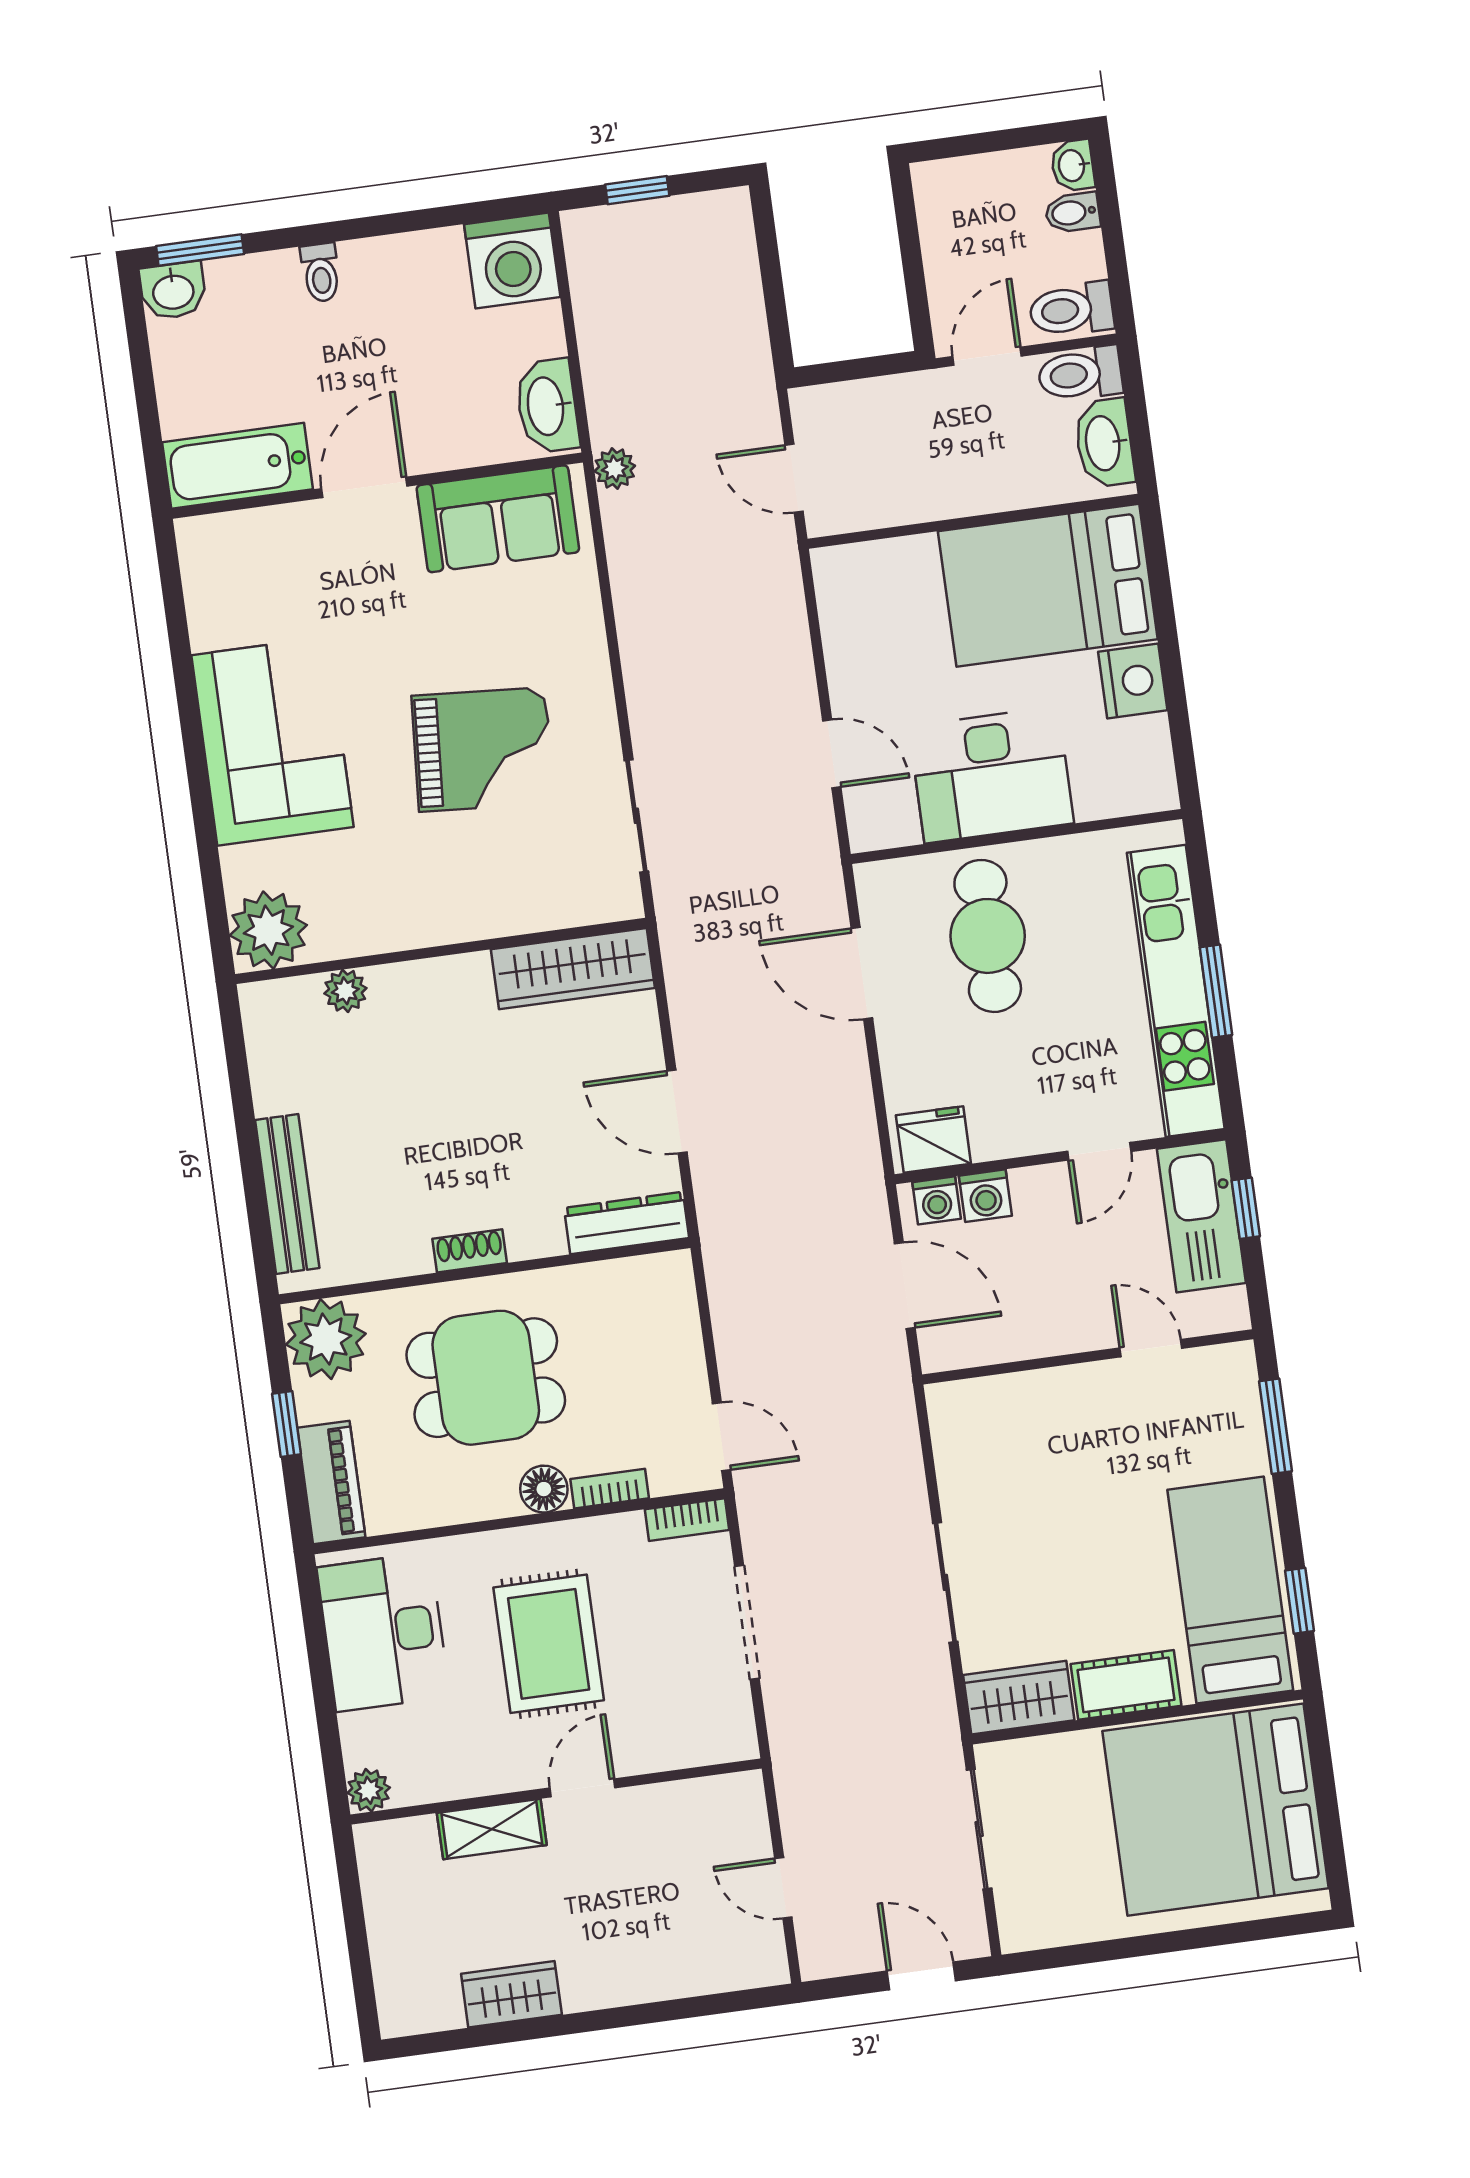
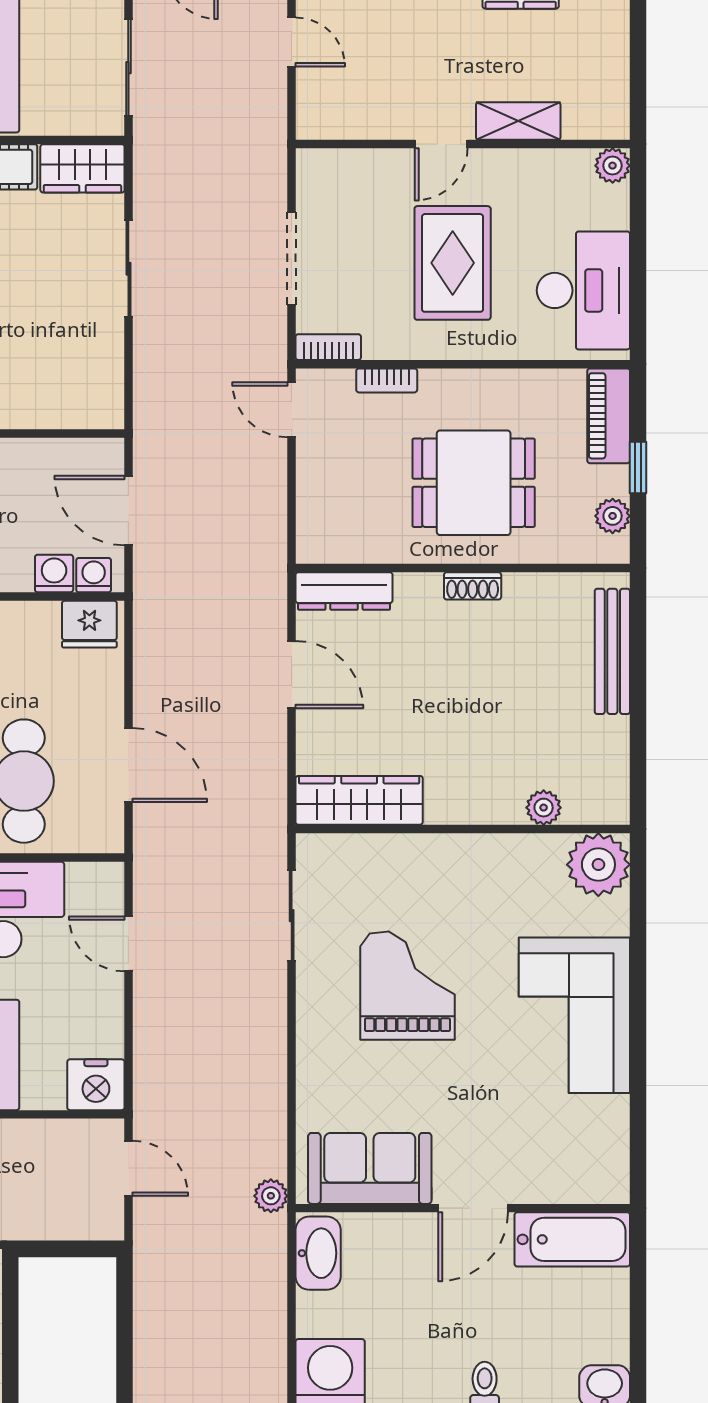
nightstand: (848, 575) -> (96, 1085), added
grand piano: (482, 749) -> (407, 986), turned 86
plant: (326, 1339) -> (613, 516), width x0.53, depth x0.53
floor lamp: (544, 1489) -> (439, 387), removed

